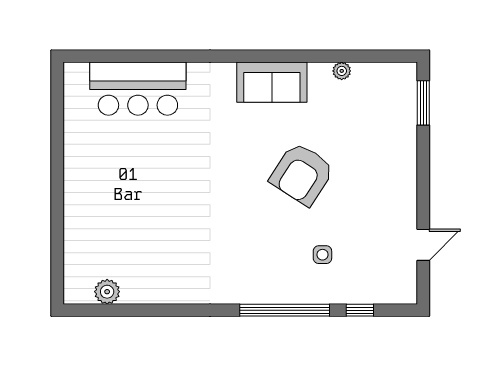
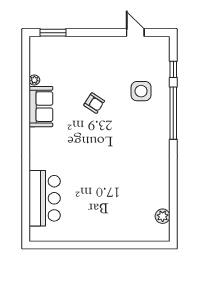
sofa: (272, 82) -> (41, 107), moved
armchair: (302, 174) -> (94, 103), width x0.53, depth x0.53
side table: (322, 255) -> (141, 91), width x1.87, depth x1.87

